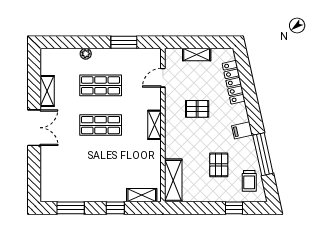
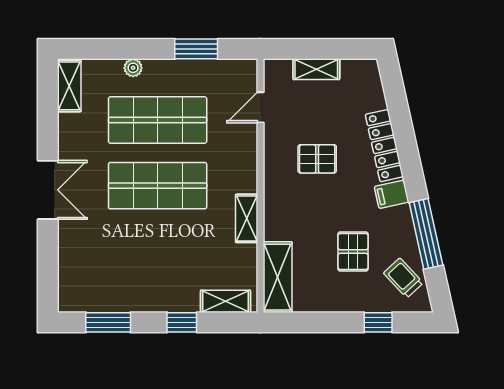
locker: (234, 82) -> (384, 146), moved
shop shelf: (101, 85) -> (158, 120), width x1.43, depth x1.36
shelving: (47, 91) -> (69, 86), moved
shop shelf: (101, 125) -> (158, 186), width x1.43, depth x1.36
shelving: (154, 125) -> (247, 218), moved
trolley: (249, 181) -> (403, 278), turned 137

